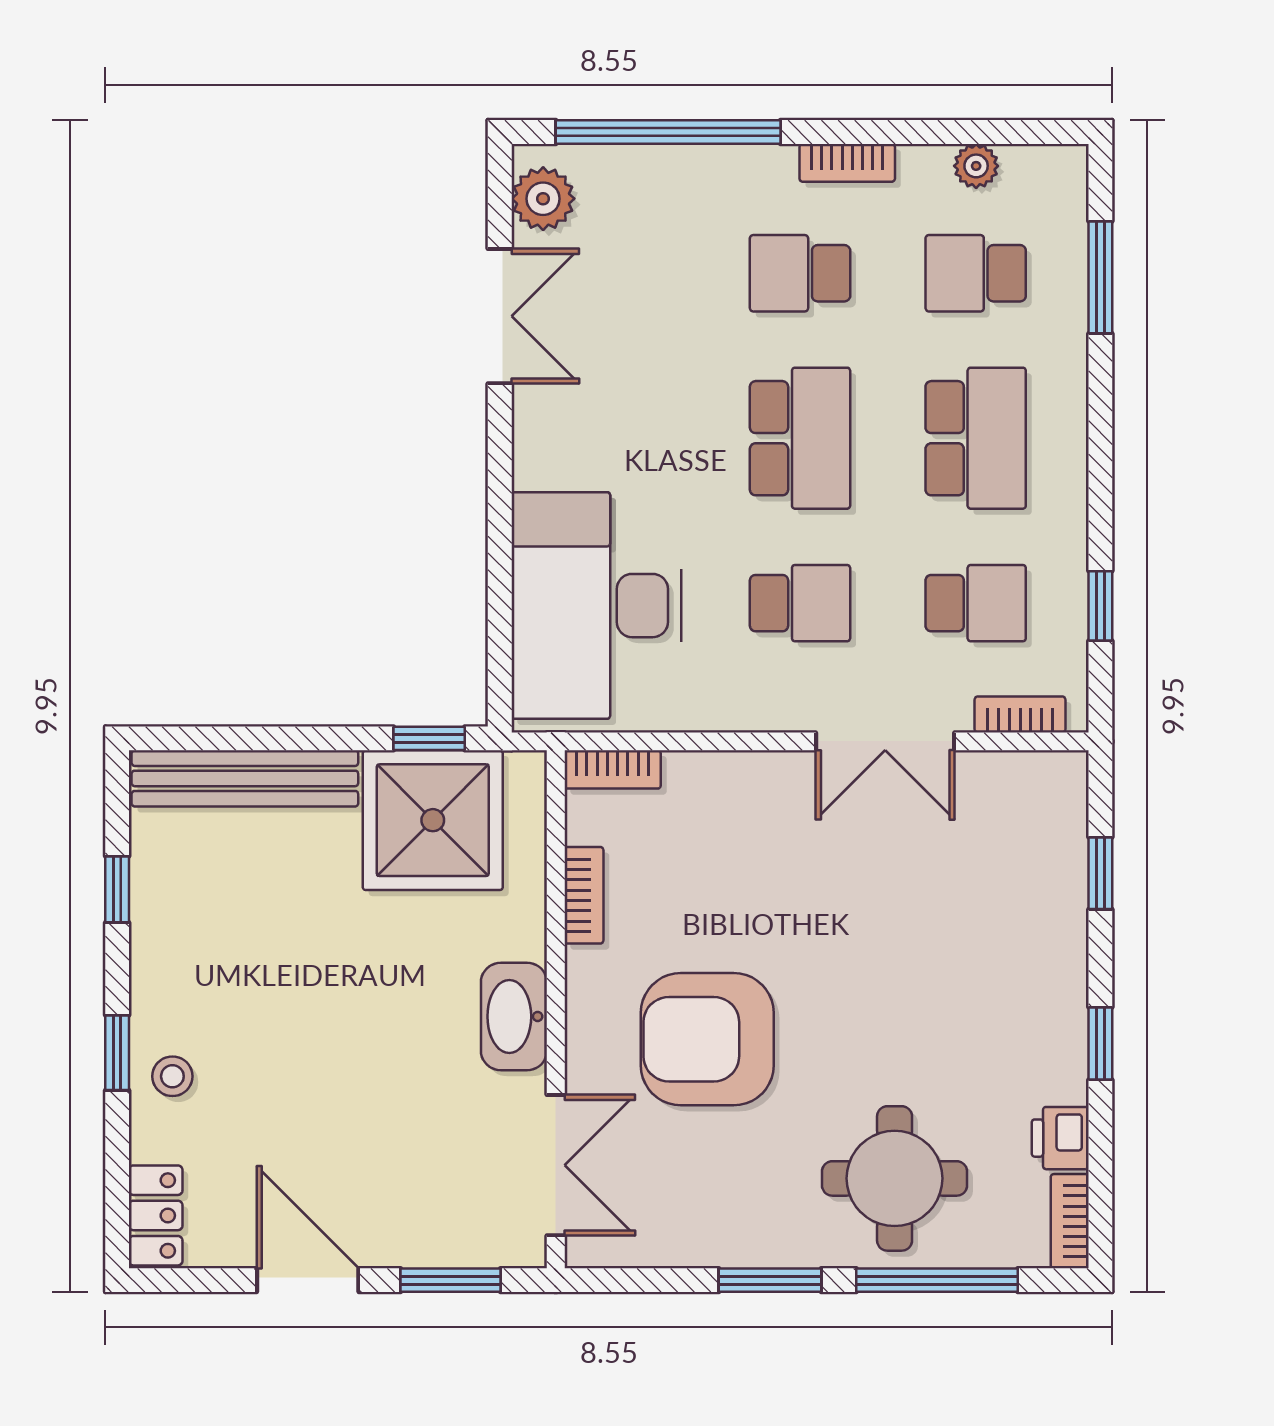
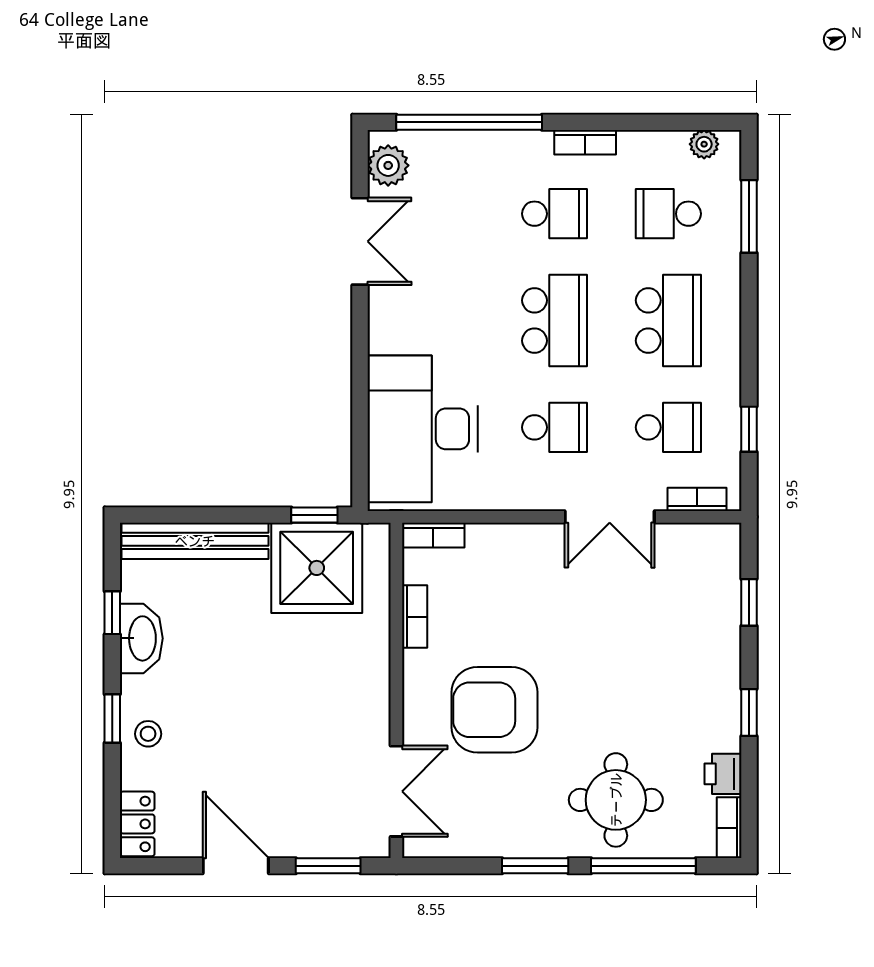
plant: (976, 166) -> (704, 144), moved
school desk: (800, 273) -> (555, 214), turned 180
washbasin: (514, 1016) -> (141, 638), moved, turned 180

